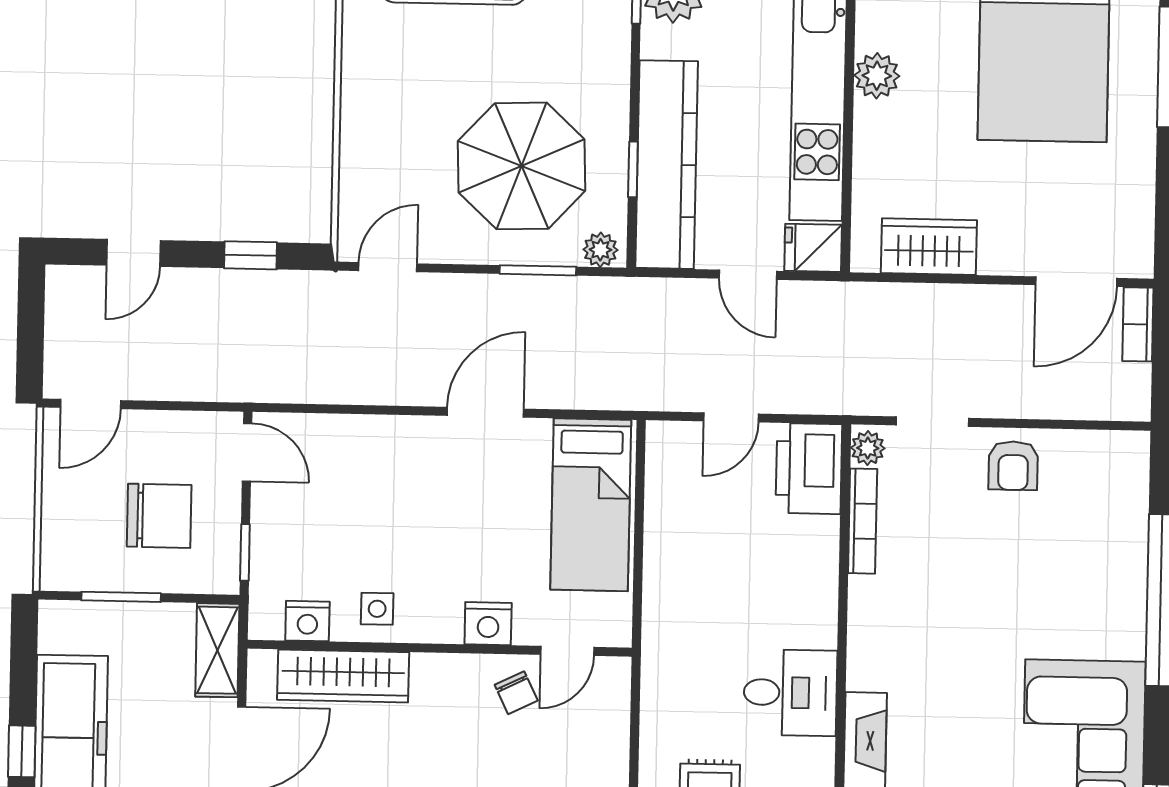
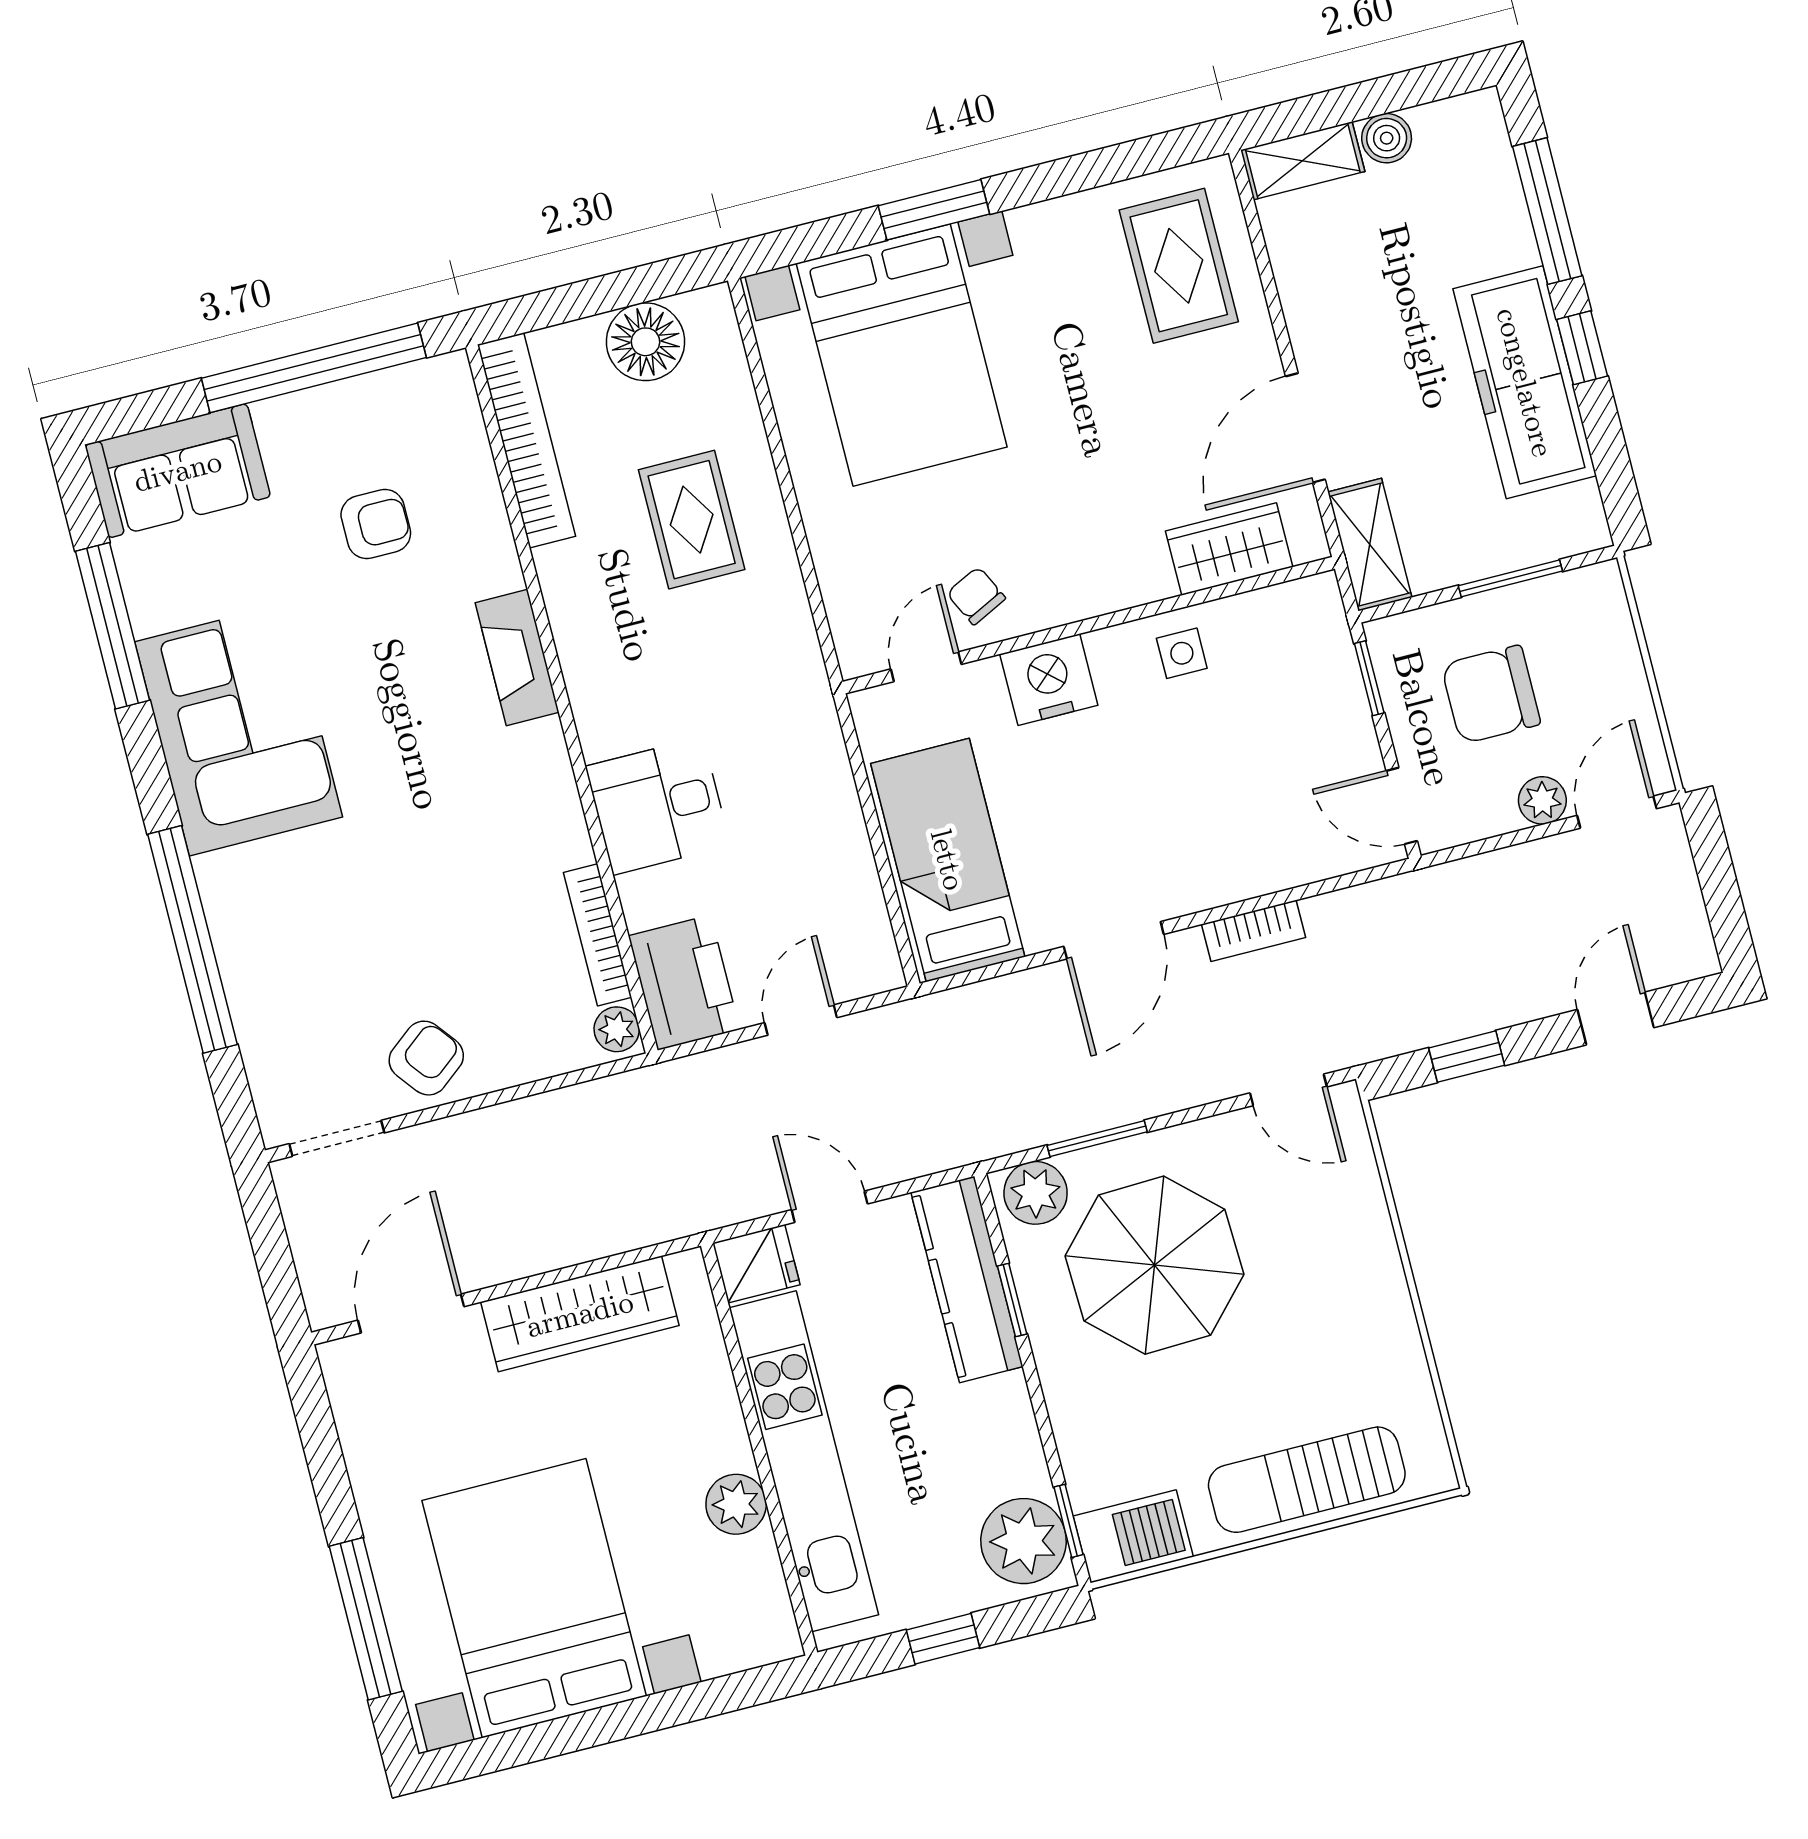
kitchen counter: (667, 165) -> (967, 1279), width x0.72, depth x0.86
wardrobe: (929, 247) -> (580, 1314), width x1.50
plant: (600, 250) -> (1036, 1193), width x1.38, depth x1.38
door: (388, 267) -> (1288, 1090), hinge flipped
bookcase: (1138, 324) -> (1253, 931), moved, turned 90
doorway: (933, 422) -> (337, 1138), moved
plant: (143, 428) -> (1542, 800), added
armchair: (1013, 466) -> (426, 1058), turned 52
nightstand: (307, 621) -> (1266, 613), removed
nightstand: (488, 624) -> (1049, 680), width x1.36, depth x1.33
wardrobe: (343, 676) -> (1229, 549), width x0.67
desk: (790, 693) -> (658, 806), moved

